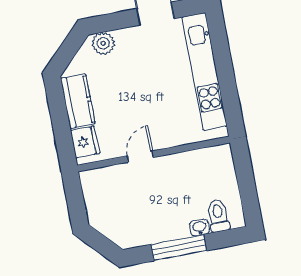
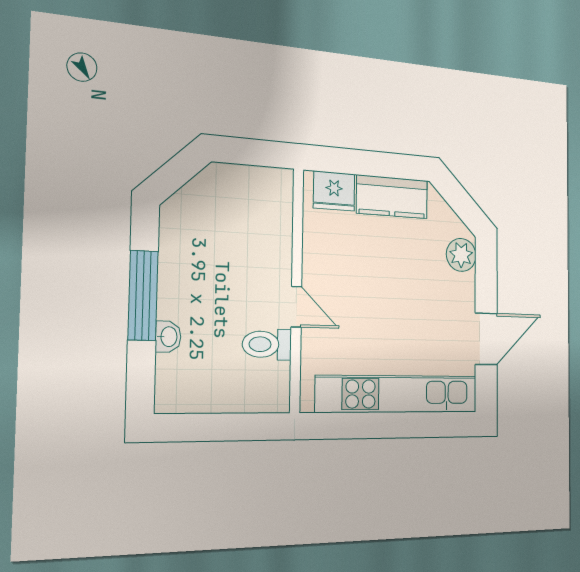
door: (140, 156) -> (296, 307), moved
toilet: (218, 216) -> (267, 344), moved, turned 180

